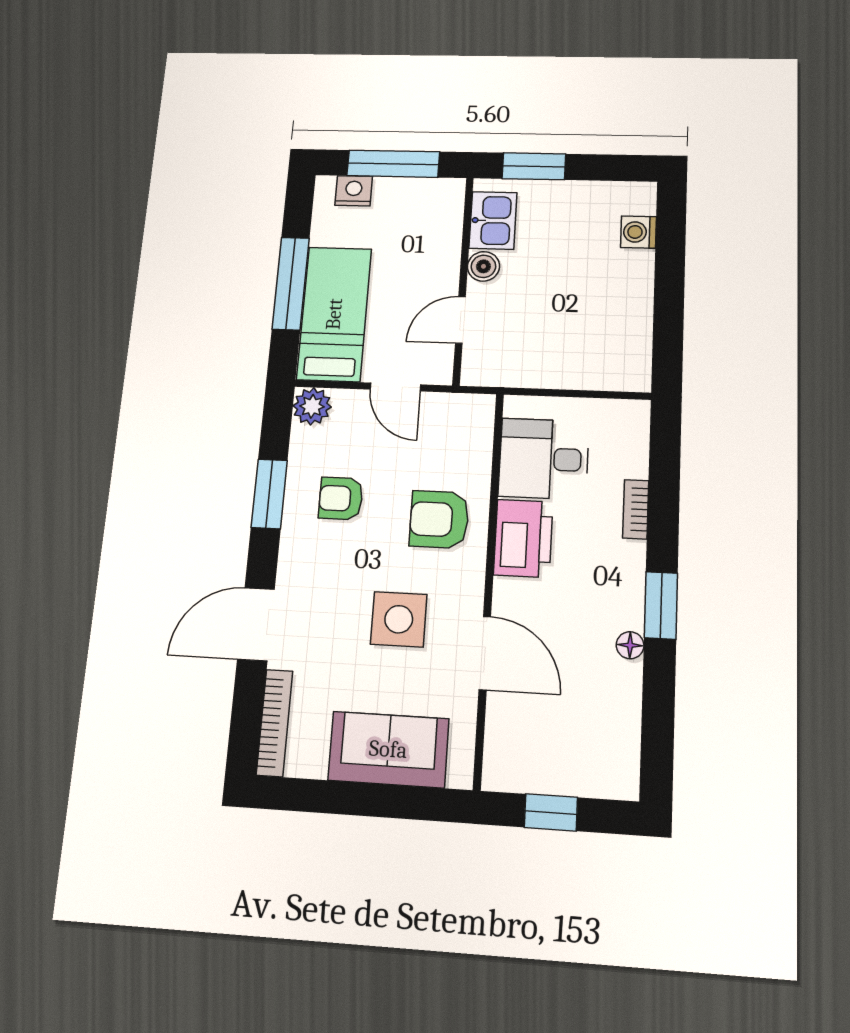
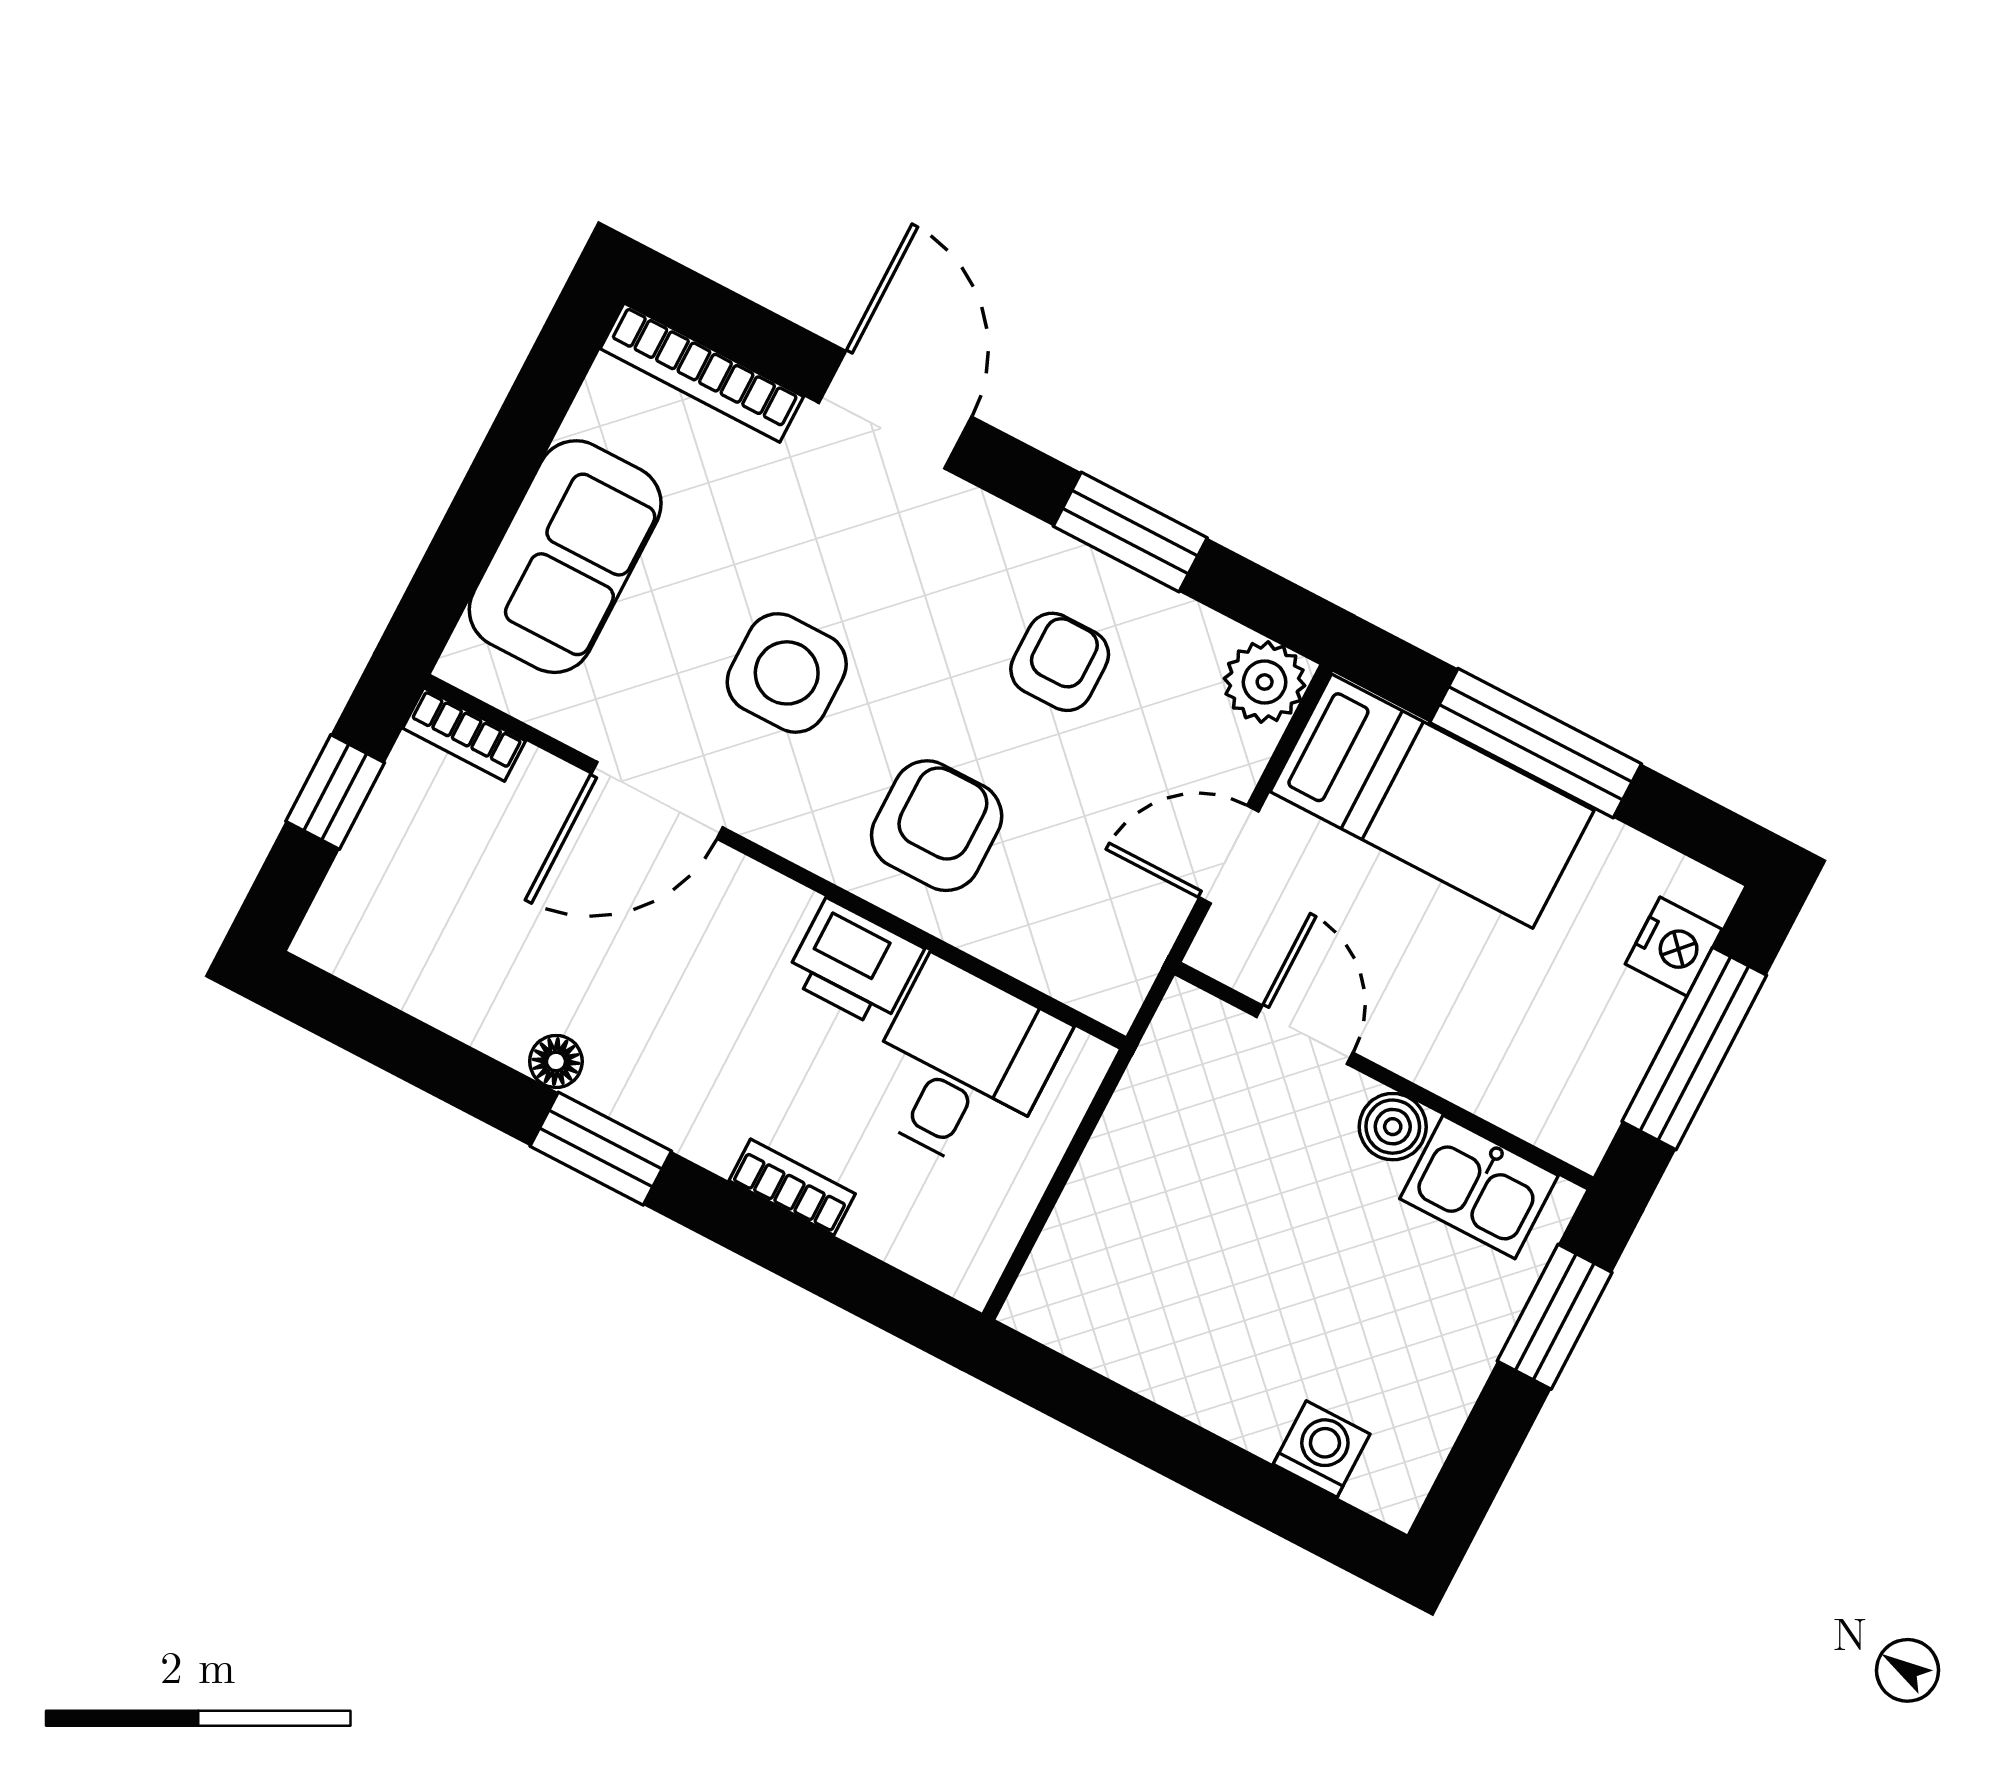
printer: (523, 538) -> (854, 964), width x0.73, depth x0.84
bookcase: (495, 761) -> (464, 734), added

